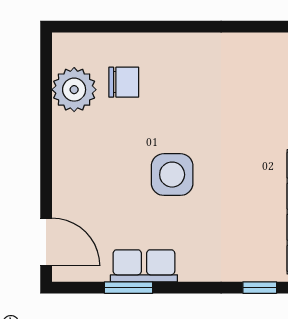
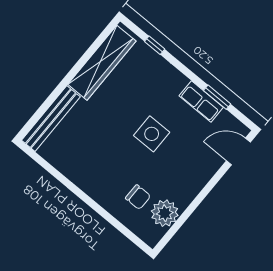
chair: (124, 82) -> (138, 197), turned 180
door: (46, 242) -> (238, 152), hinge flipped

